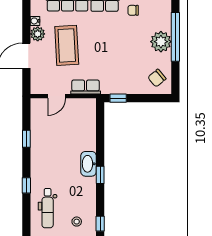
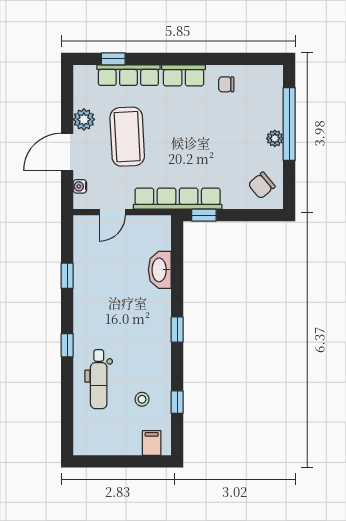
water cooler: (35, 21) -> (80, 186), moved
plant: (161, 42) -> (275, 138), width x0.53, depth x0.53
row of seats: (86, 87) -> (178, 199), width x2.02
washbasin: (89, 164) -> (160, 270), moved

